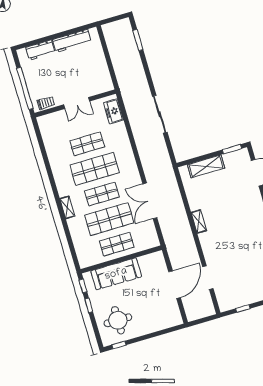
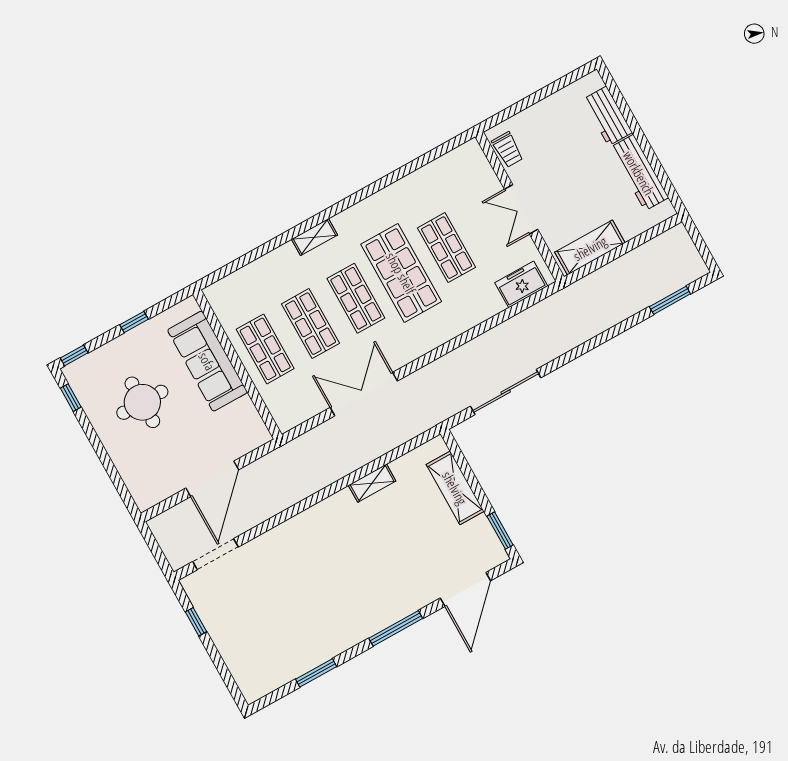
shelving: (103, 73) -> (590, 248), added
window: (25, 88) -> (526, 103), removed
sliding door: (160, 114) -> (506, 392), moved
shop shelf: (109, 219) -> (311, 324), width x0.70, depth x0.74
shelving: (199, 221) -> (372, 483), moved
doorway: (208, 278) -> (215, 554), moved
door: (175, 285) -> (212, 479), hinge flipped
window: (83, 286) -> (74, 355), moved
round table: (118, 320) -> (142, 402), moved

